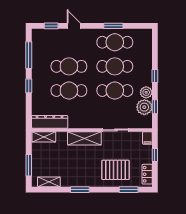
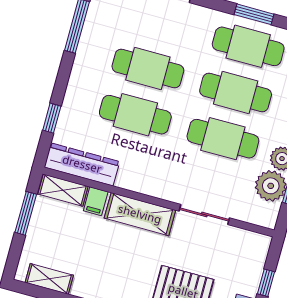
window: (29, 86) -> (52, 118), moved
filing cabinet: (147, 138) -> (96, 201), moved
window: (29, 165) -> (26, 213), moved

